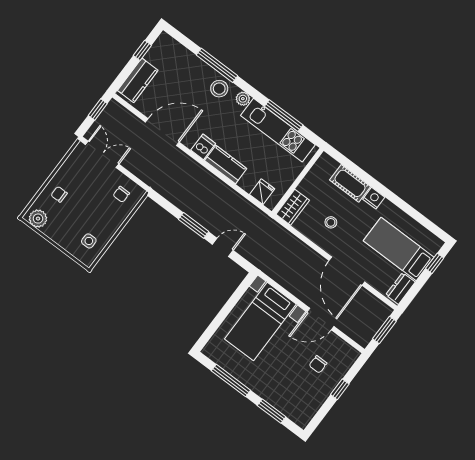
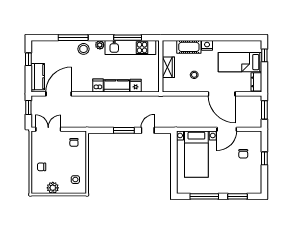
door: (162, 132) -> (59, 94), moved
fridge: (262, 192) -> (136, 86), moved
wardrobe: (293, 207) -> (168, 67), moved
plant: (38, 219) -> (53, 188), moved

